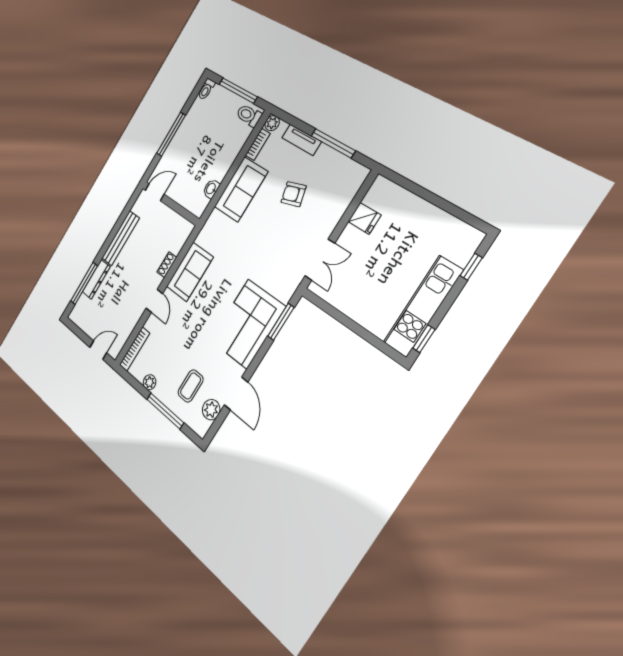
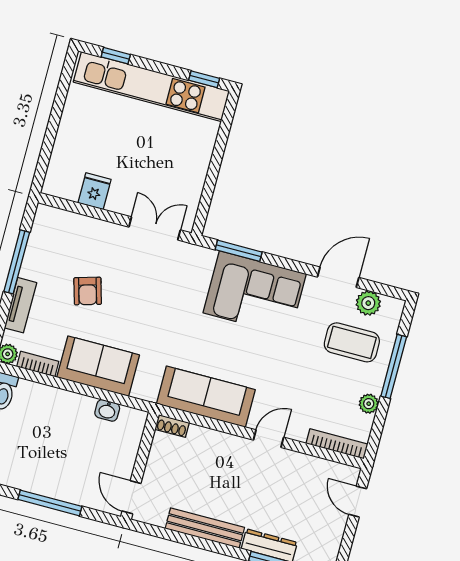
shoe rack: (167, 265) -> (172, 426), moved
sofa: (190, 272) -> (206, 397), width x1.36
kitchen unit: (423, 306) -> (151, 87), width x1.36
coffee table: (191, 386) -> (352, 342), width x1.36, depth x1.30

